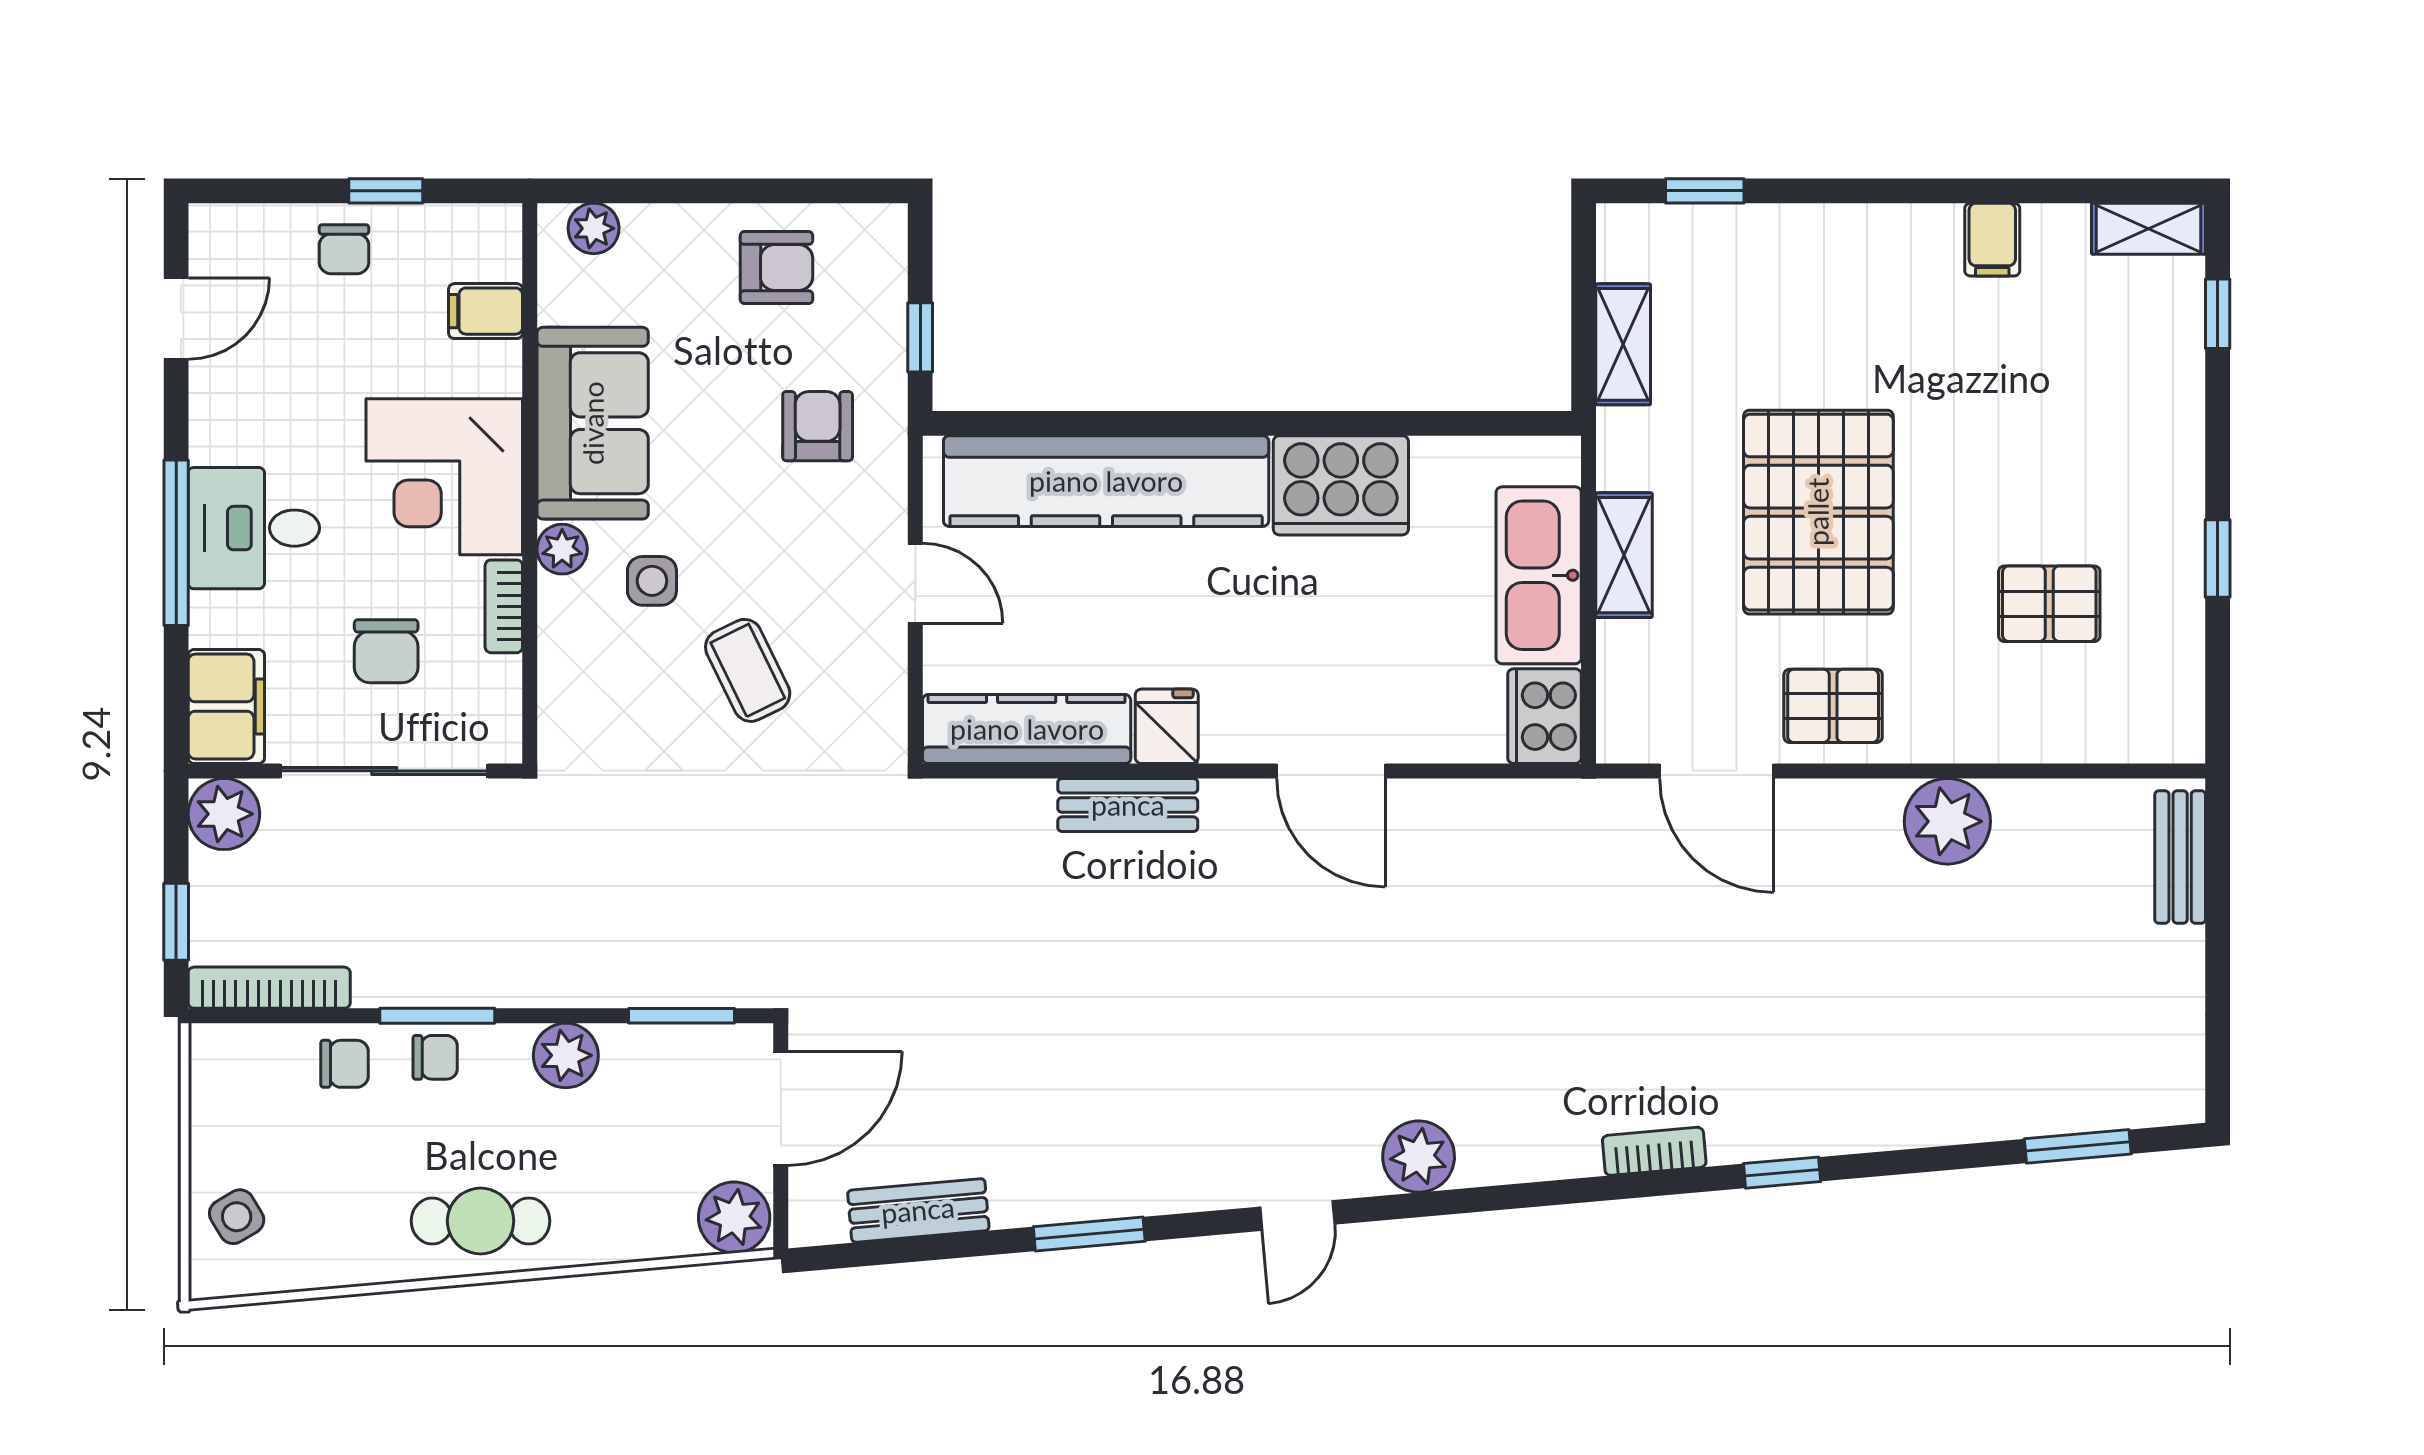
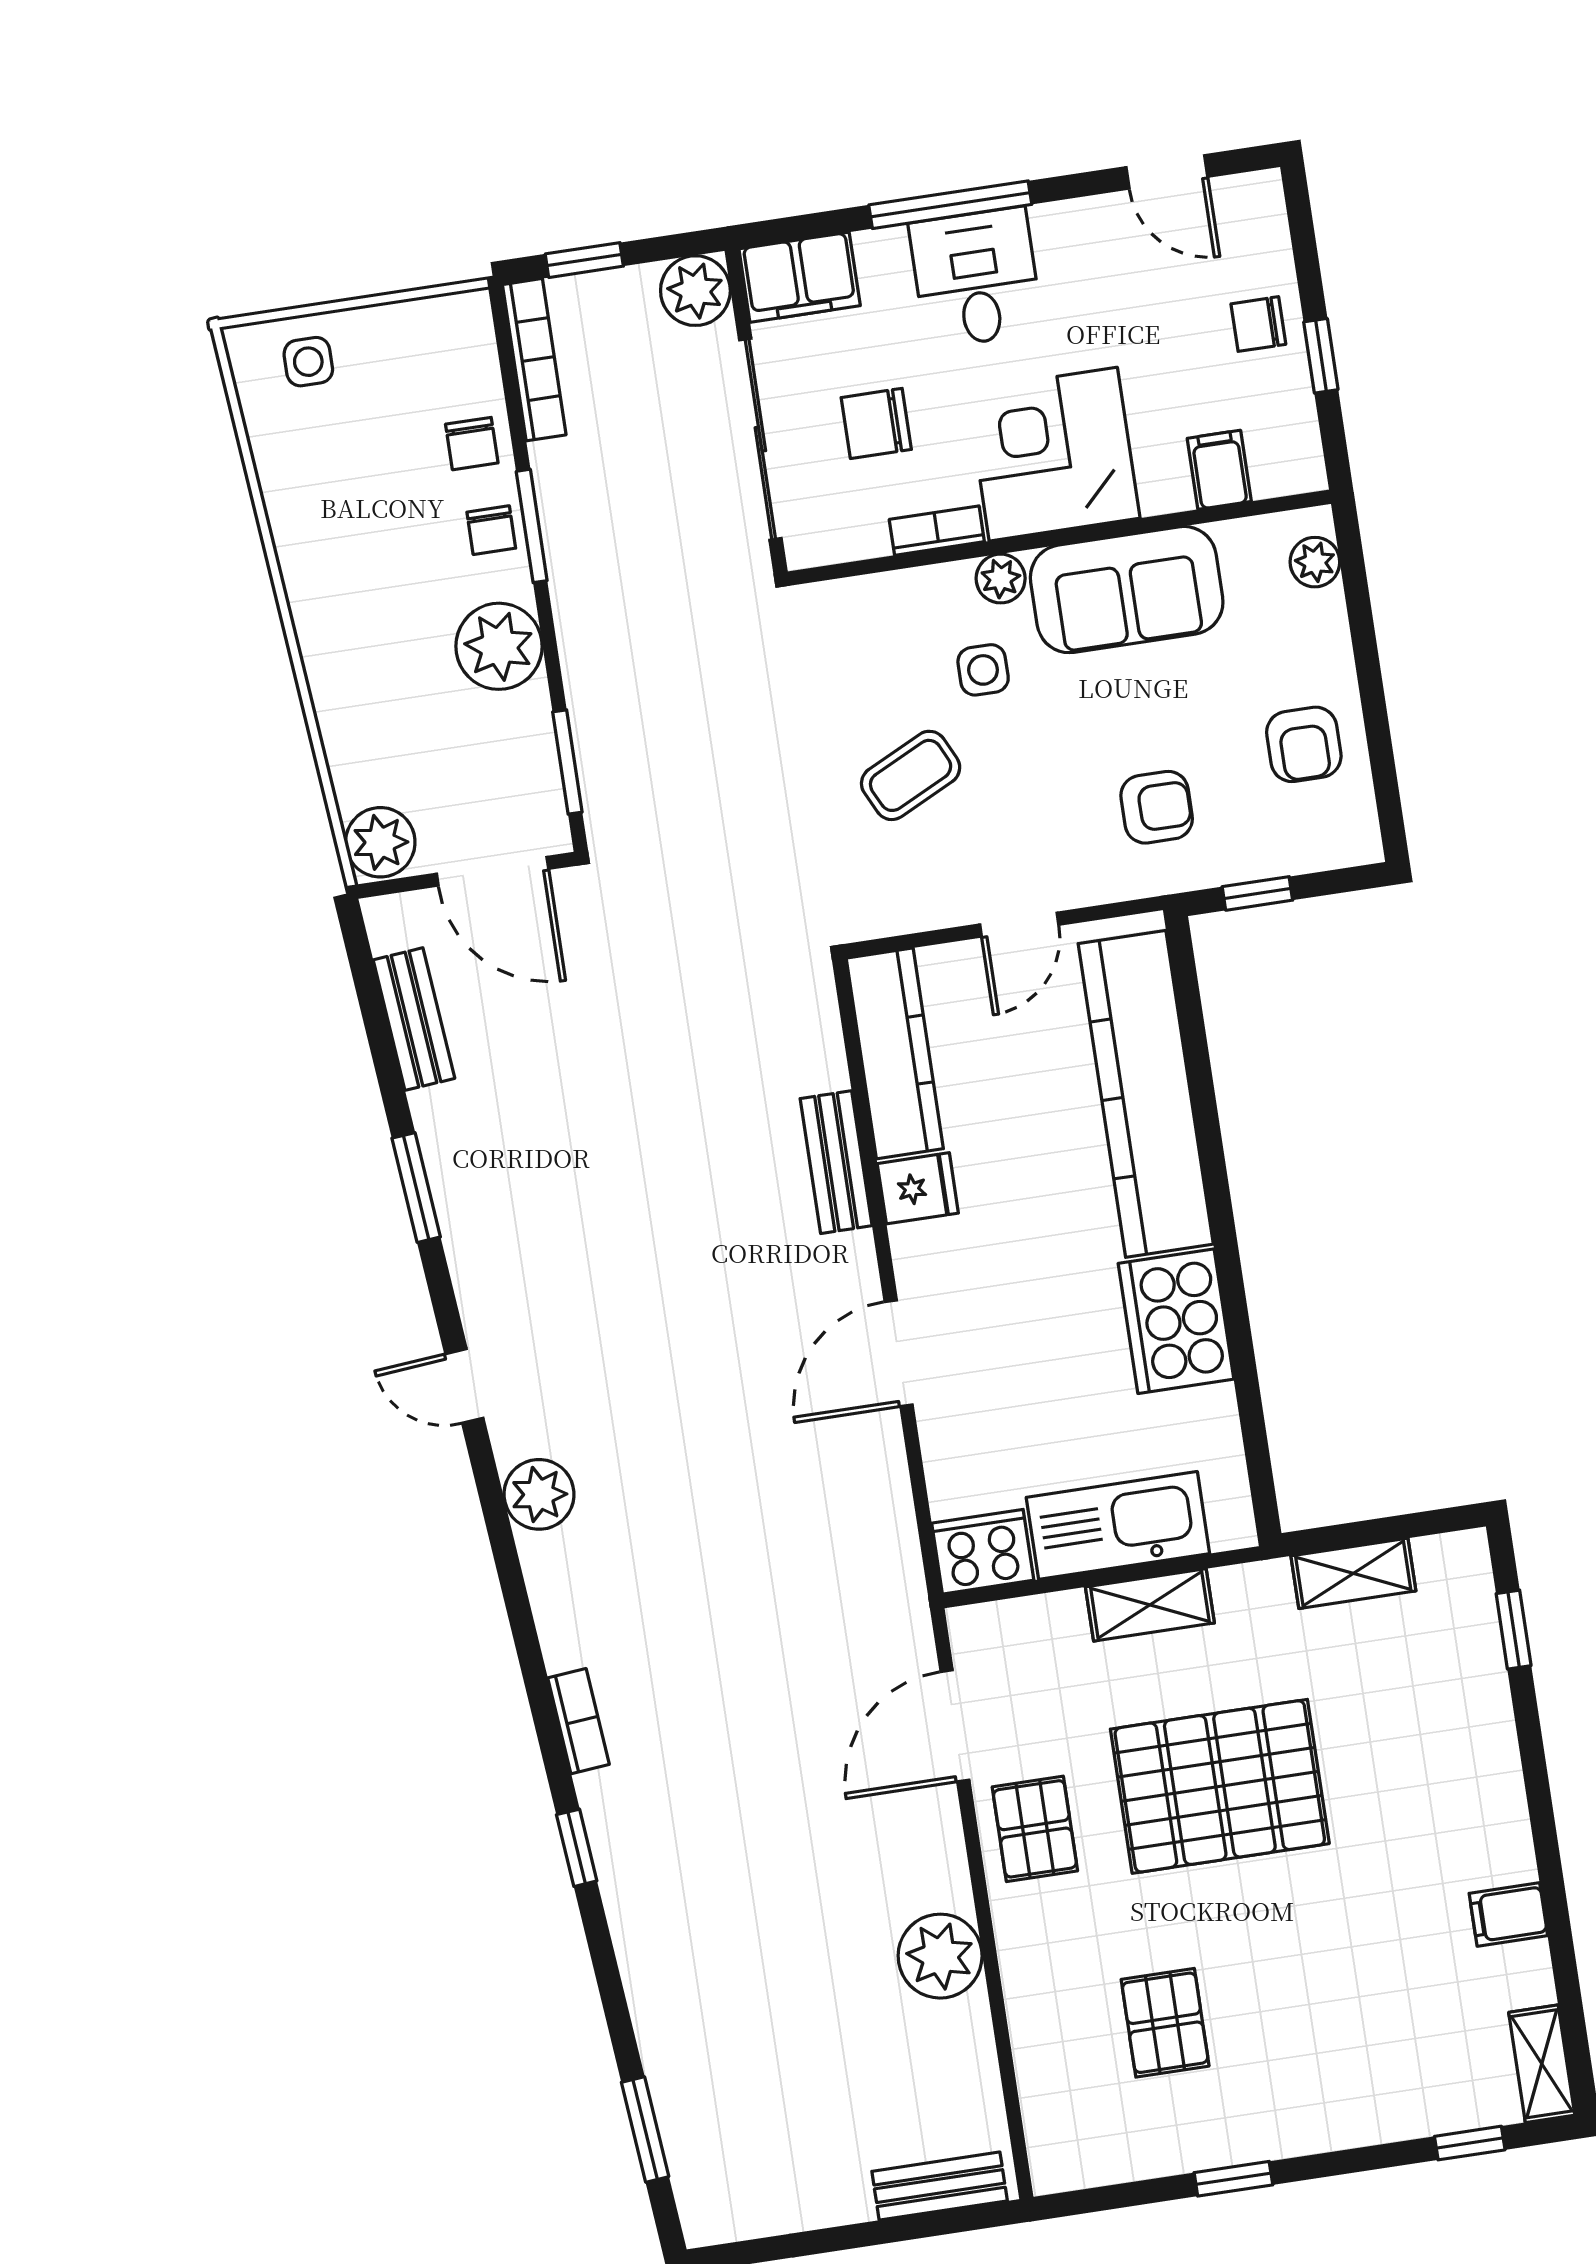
plant: (566, 1055) -> (499, 646), width x1.36, depth x1.36
side table: (237, 1217) -> (308, 362), turned 31
cafe table: (481, 1221) -> (340, 598), removed

